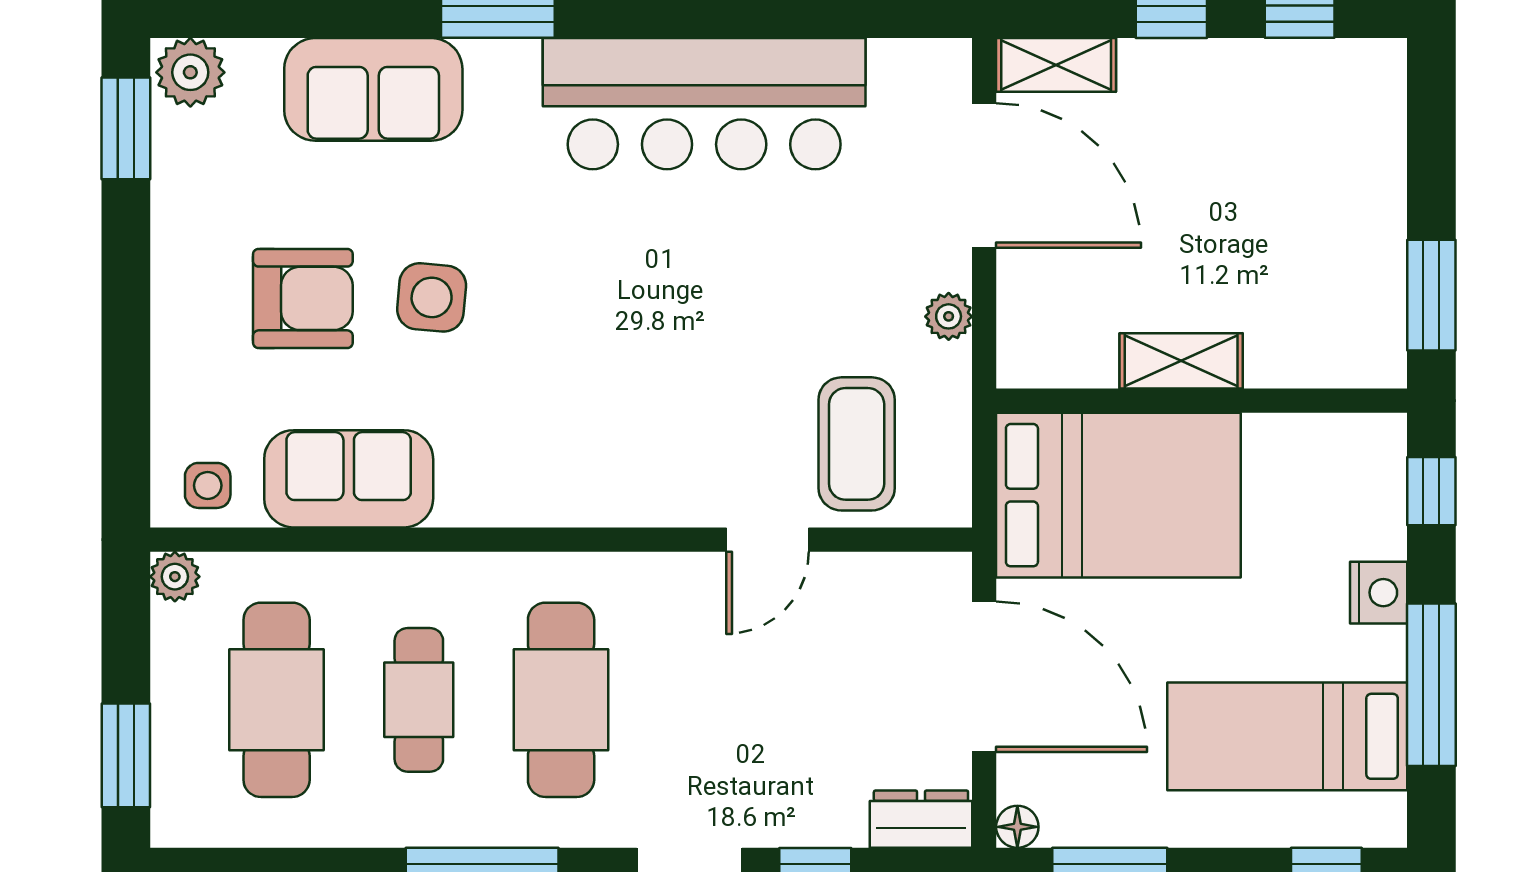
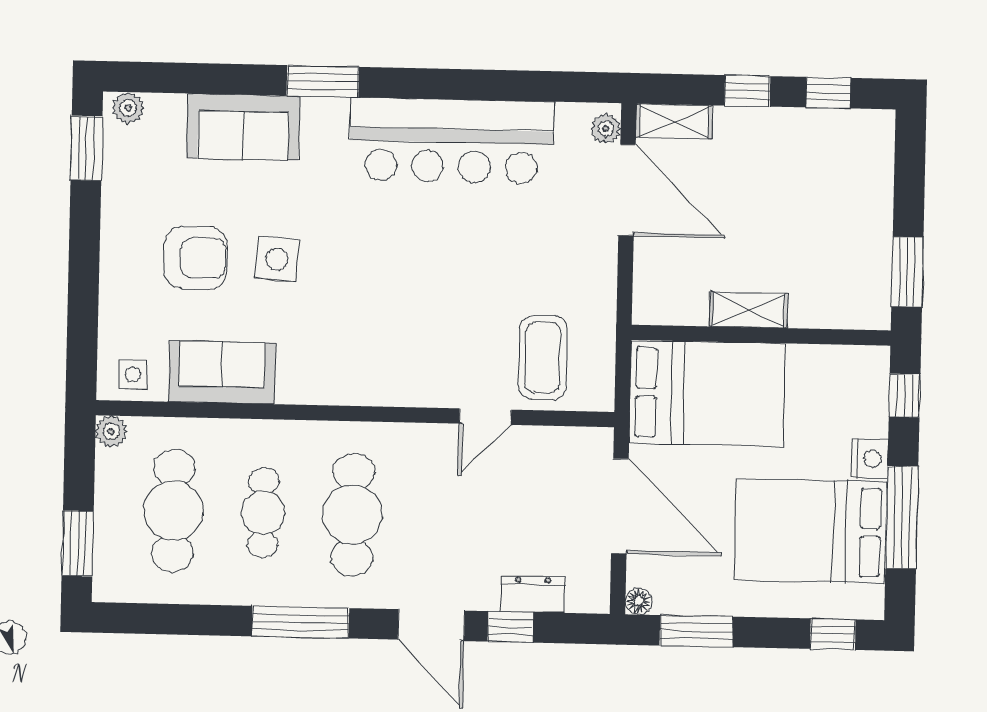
plant: (190, 72) -> (128, 108), width x0.73, depth x0.73
plant: (949, 316) -> (606, 129), moved
bed: (1287, 736) -> (811, 531), width x1.50
dresser: (921, 819) -> (533, 594), moved

